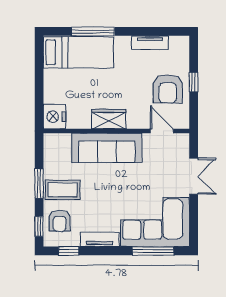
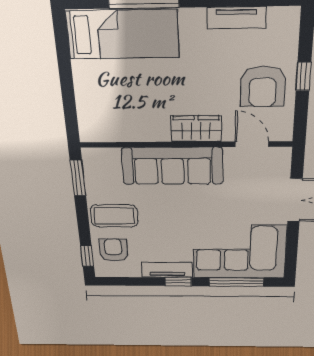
nightstand: (54, 117) -> (94, 126), removed
wardrobe: (109, 119) -> (196, 129), moved
window: (39, 184) -> (78, 178), moved
armchair: (60, 221) -> (113, 250), turned 180
window: (69, 251) -> (178, 282), moved

